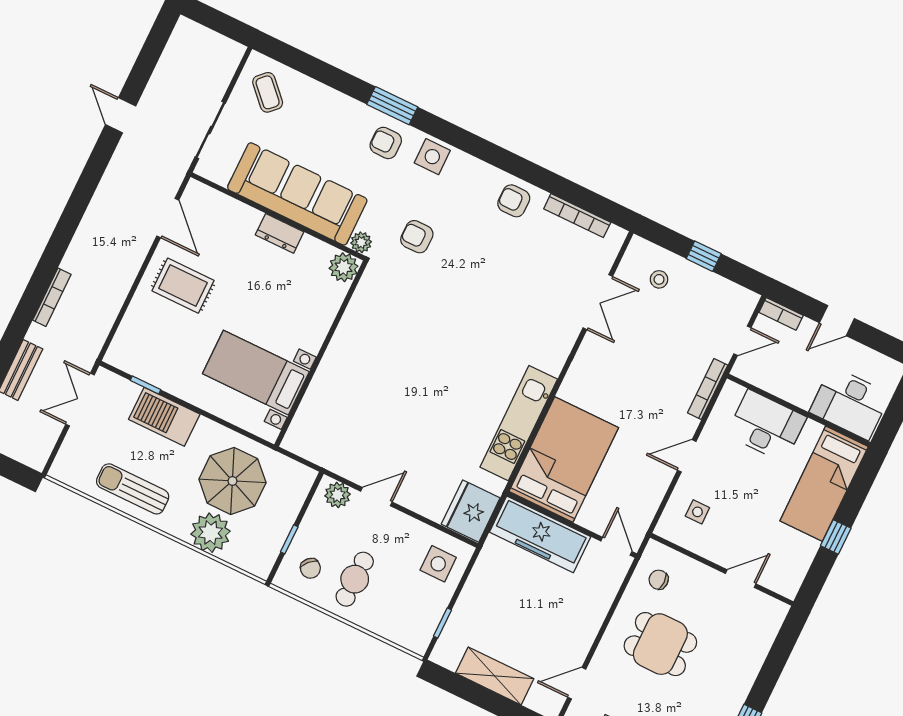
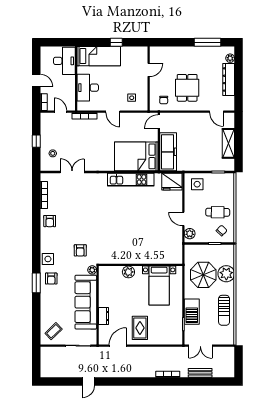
dresser: (280, 233) -> (103, 316), moved
plant: (344, 267) -> (128, 272), moved
door: (741, 579) -> (149, 70), swing flipped

